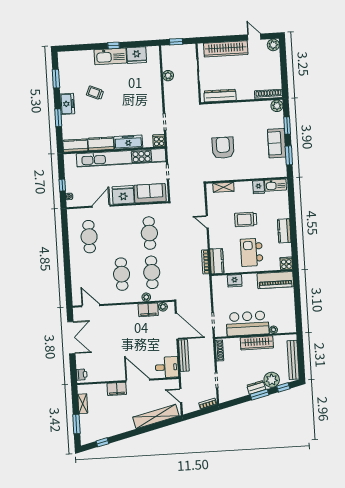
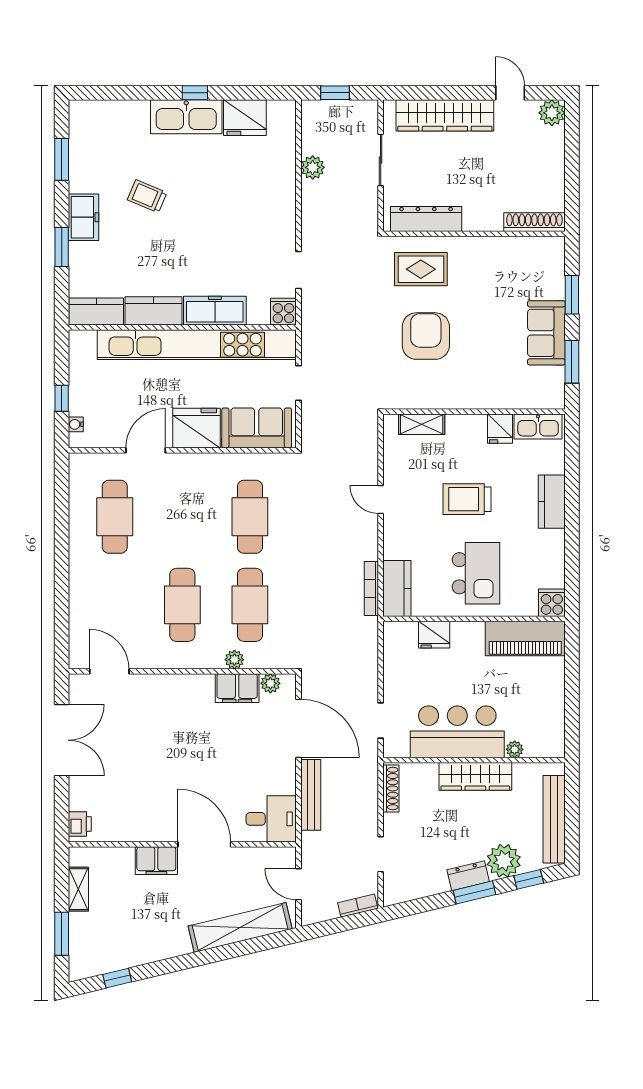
plant: (277, 106) -> (552, 249), removed
rug: (219, 118) -> (421, 269), added
kitchen counter: (284, 231) -> (552, 502), moved
kitchen island: (252, 252) -> (476, 573), turned 180

